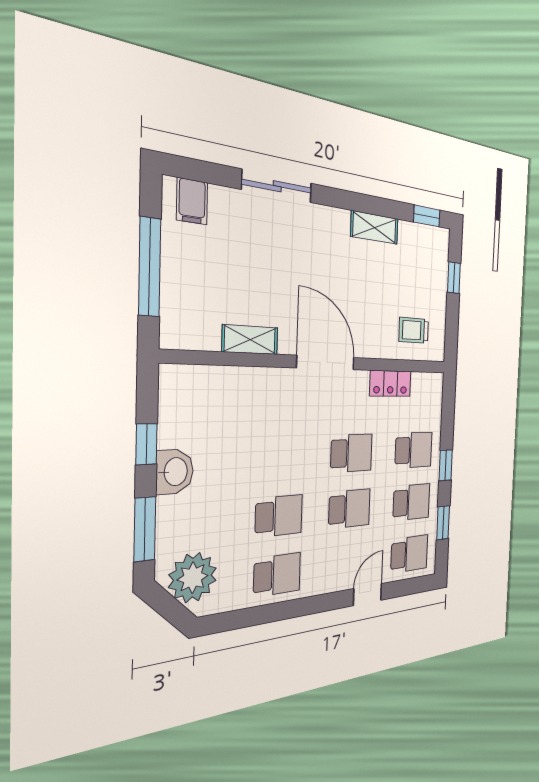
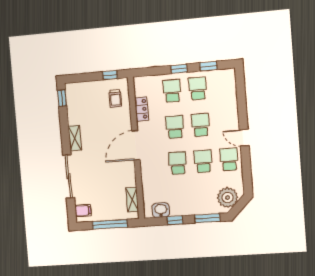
sliding door: (277, 186) -> (69, 176), width x1.37
shelving: (375, 227) -> (75, 138), moved
window: (454, 278) -> (110, 75), moved
shelving: (250, 340) -> (132, 200), moved
washbasin: (175, 472) -> (161, 210), moved
school desk: (409, 554) -> (178, 163), moved
door: (368, 595) -> (244, 138), moved

